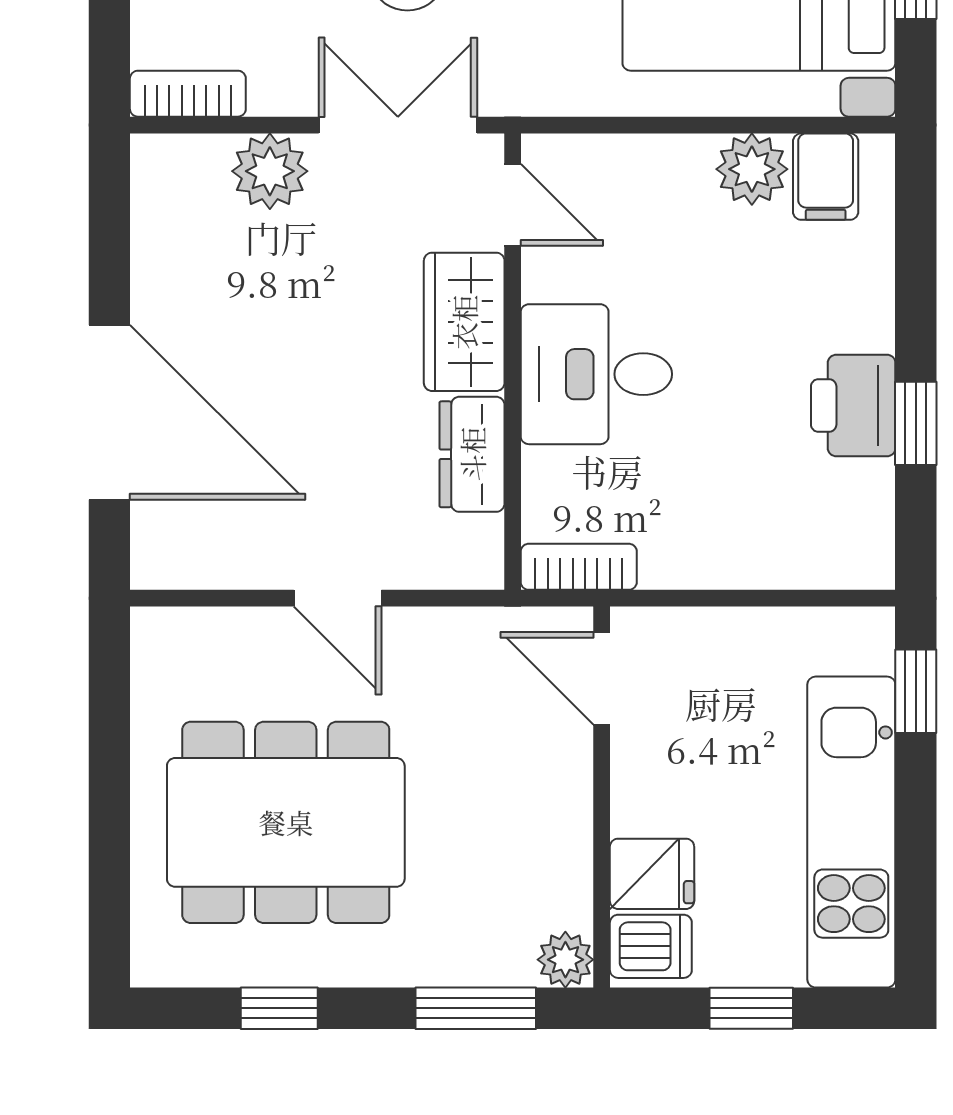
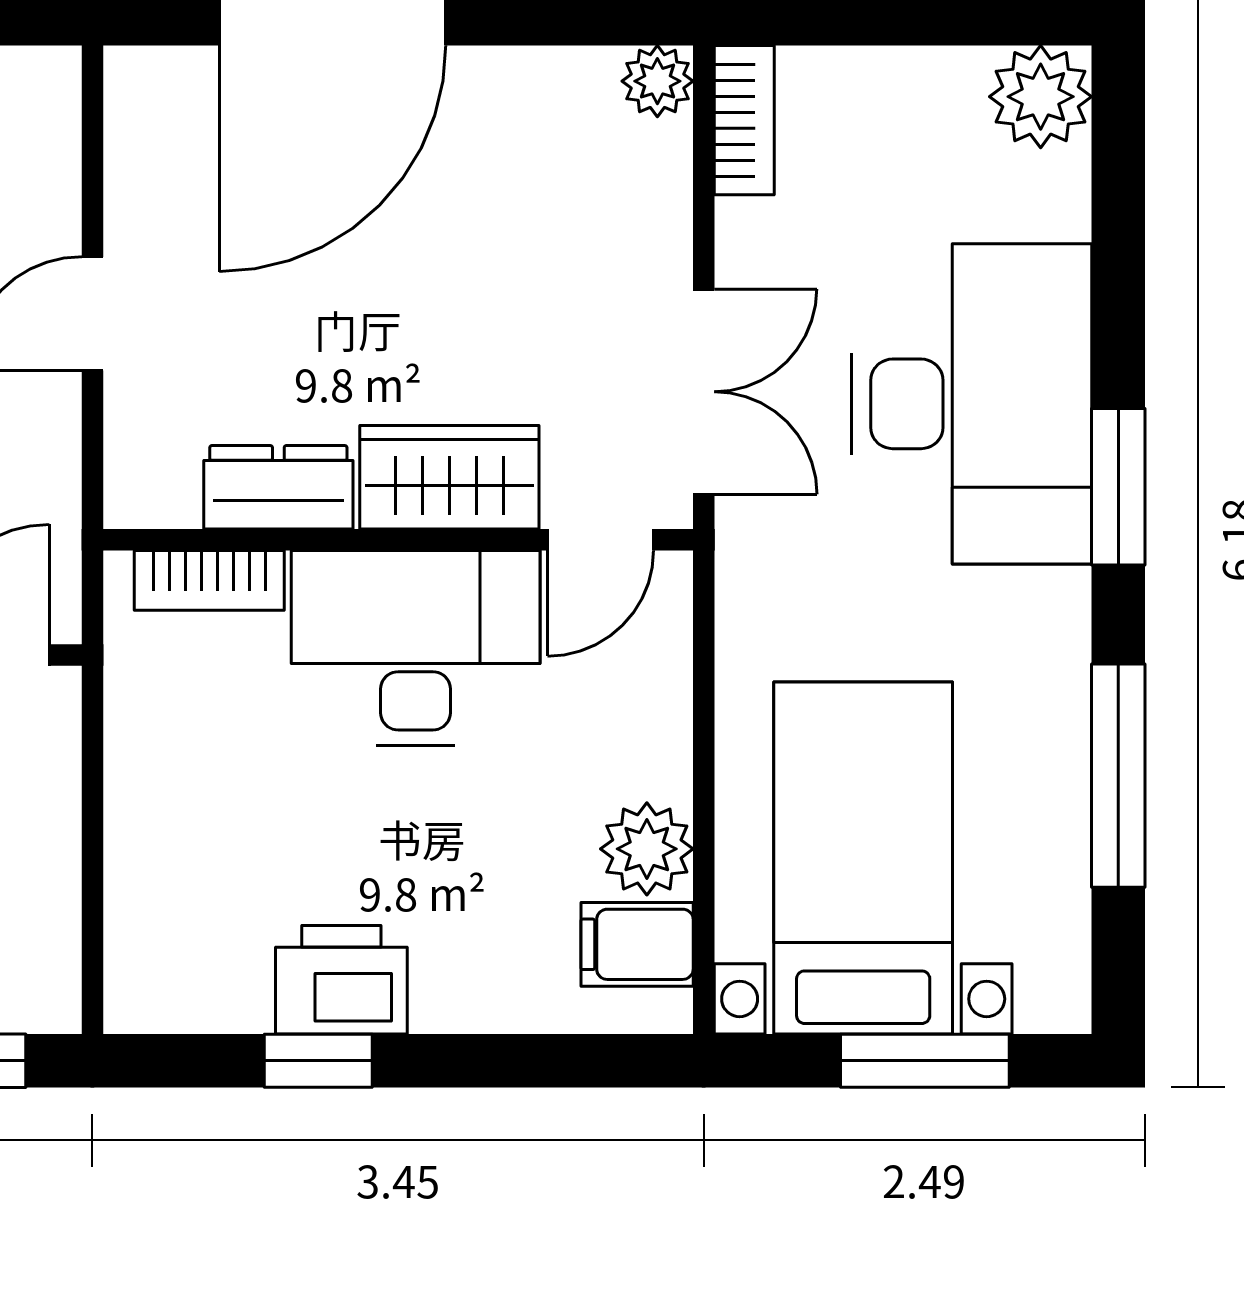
plant: (270, 171) -> (657, 81), moved, width x0.73, depth x0.73
desk: (596, 374) -> (416, 648), width x1.37
bookcase: (579, 567) -> (209, 580), moved, turned 90

